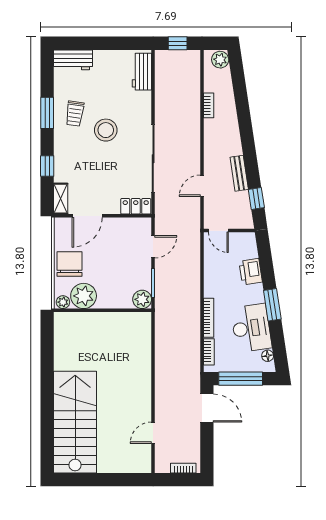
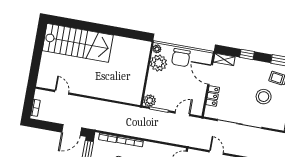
locker: (136, 206) -> (213, 96), moved
door: (153, 247) -> (182, 114), swing flipped
chair: (70, 264) -> (181, 58), turned 90

